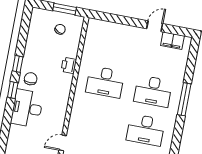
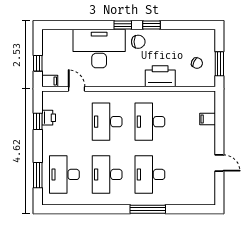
filing cabinet: (172, 41) -> (208, 119), moved, width x0.50
printer: (69, 65) -> (160, 76), width x1.87, depth x1.48
desk: (27, 108) -> (99, 48), width x1.36, depth x1.30
desk: (98, 121) -> (107, 122), added

